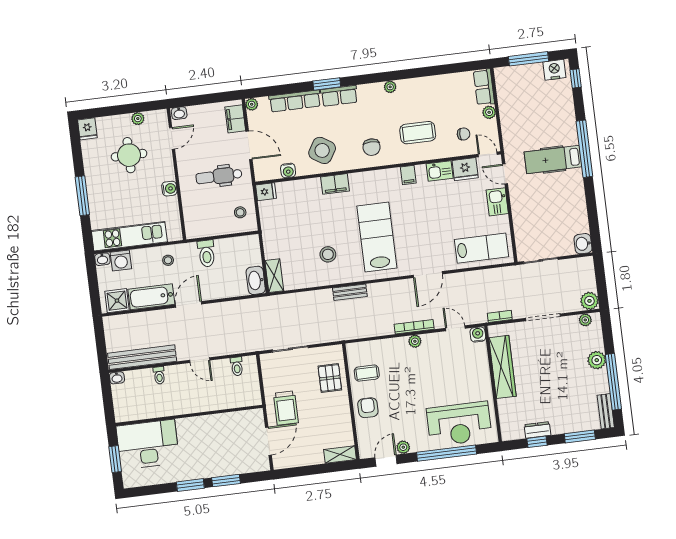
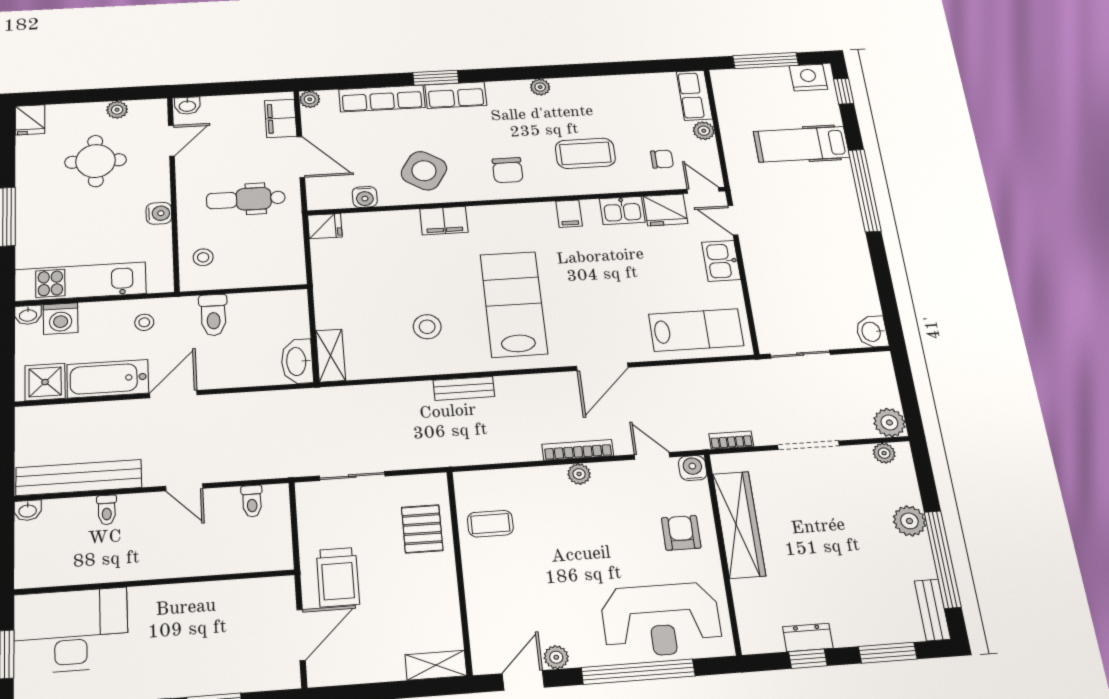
hospital bed: (553, 159) -> (801, 144), moved
stool: (240, 212) -> (203, 257), moved
armchair: (368, 408) -> (681, 533), moved

